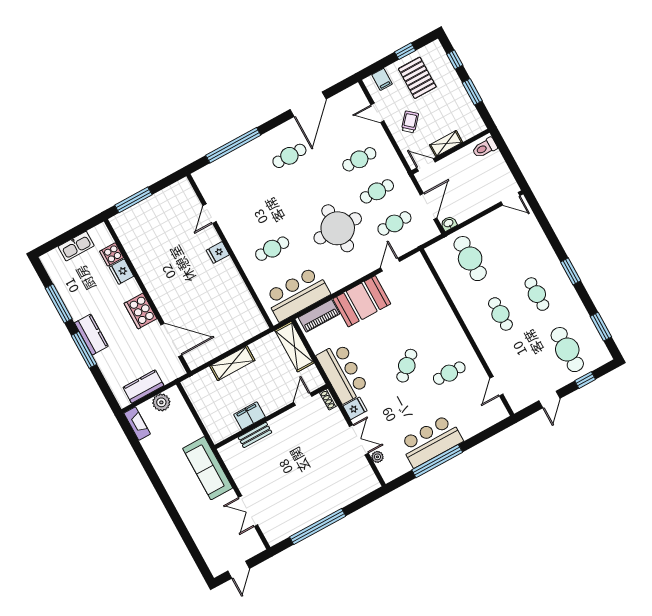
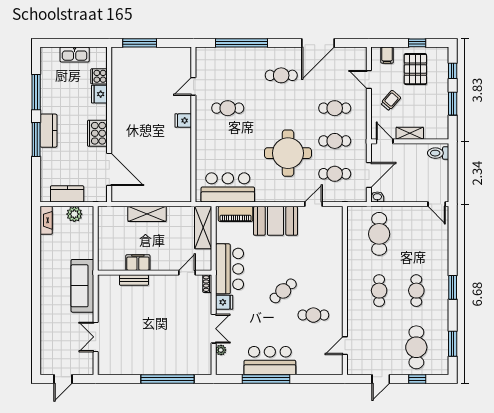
cafe table: (272, 249) -> (228, 108), moved
window: (318, 526) -> (168, 379), moved

